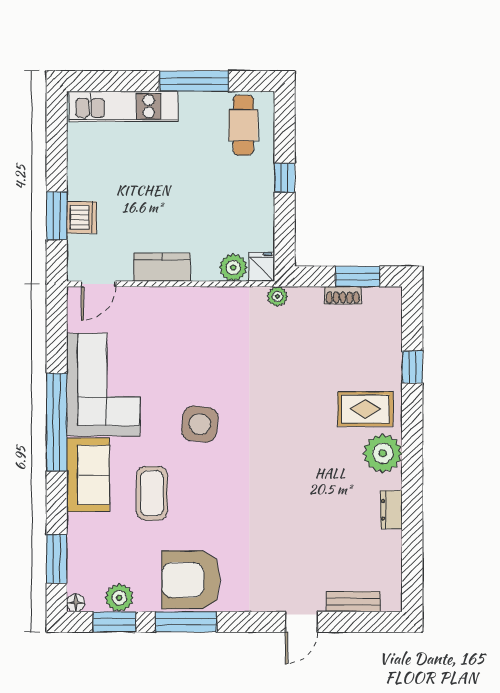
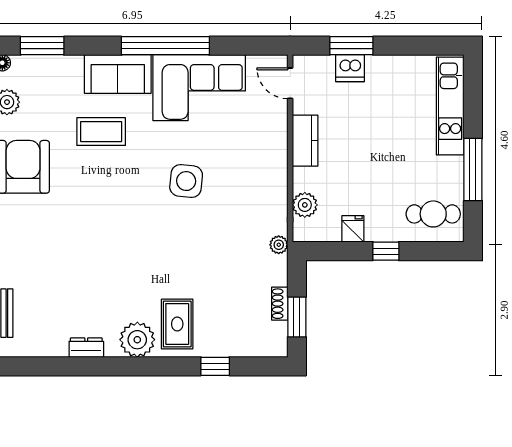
fridge: (261, 267) -> (353, 229), moved, turned -90
side table: (200, 424) -> (186, 181), moved

